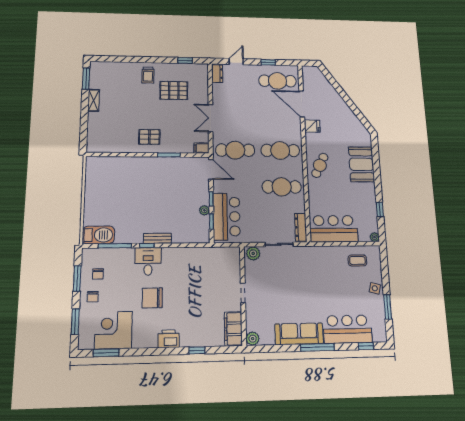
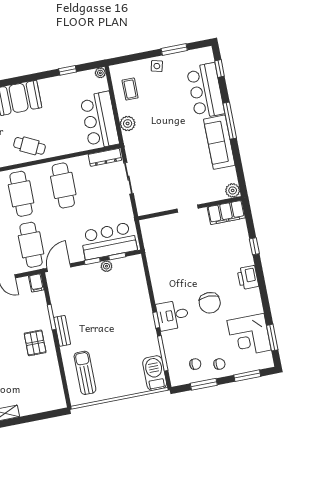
sun lounger: (113, 174) -> (85, 373), added
bench: (157, 238) -> (62, 331), moved
plant: (253, 253) -> (128, 123), moved

